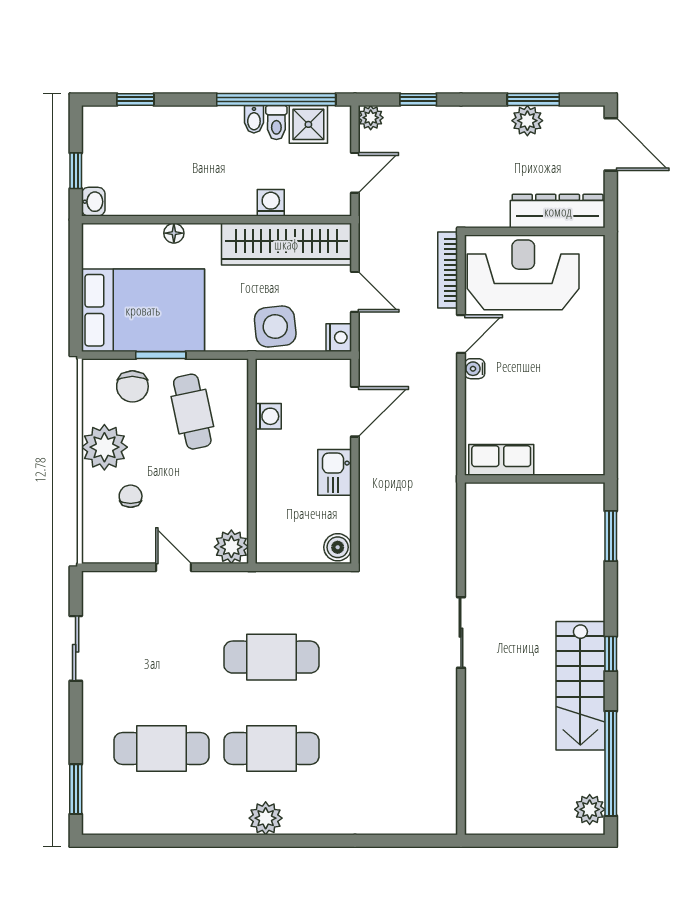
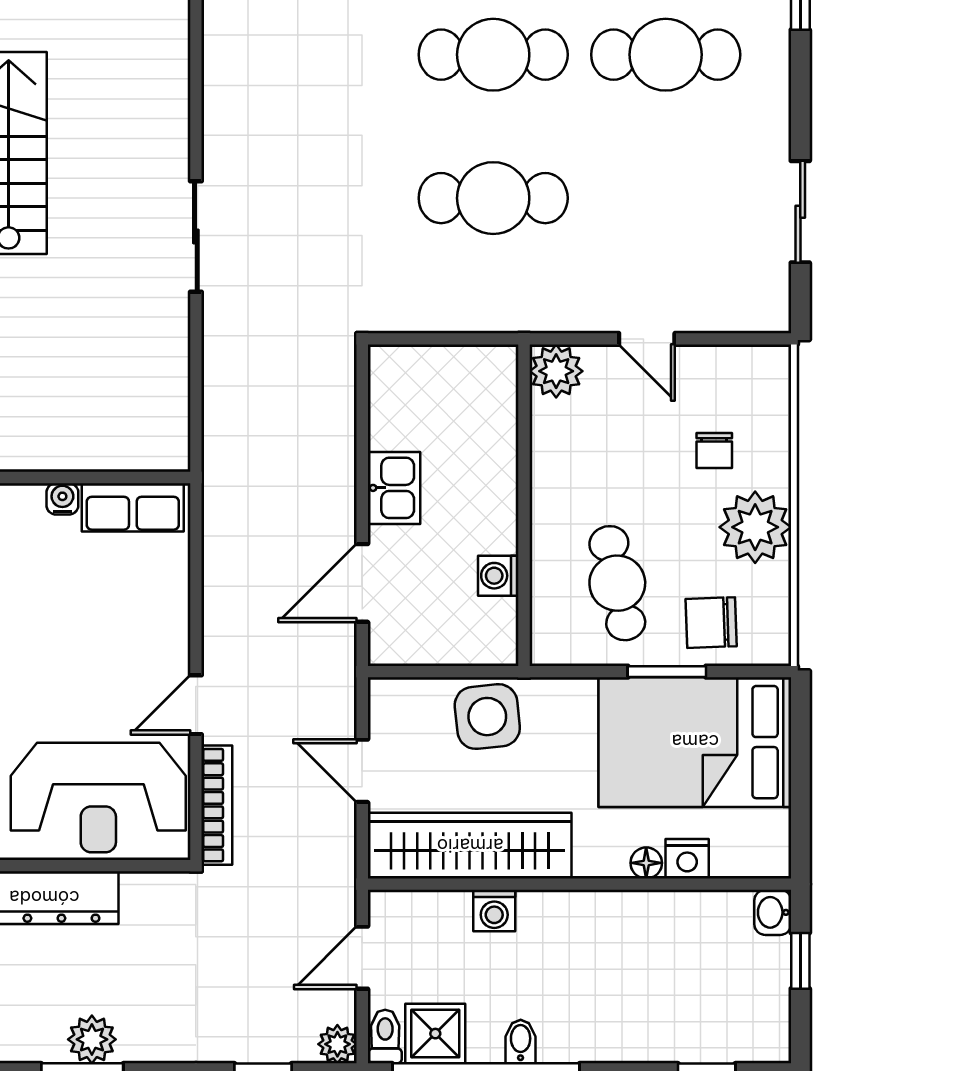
toilet: (276, 123) -> (385, 1036), moved
nightstand: (339, 337) -> (687, 859), moved, turned -90
water cooler: (475, 369) -> (62, 499), moved, turned -90
chair: (132, 386) -> (711, 623), turned -92
boiler: (338, 547) -> (389, 370), removed

